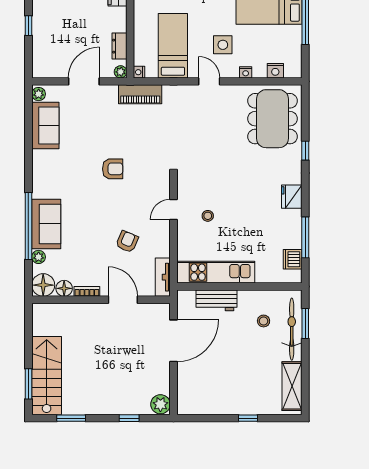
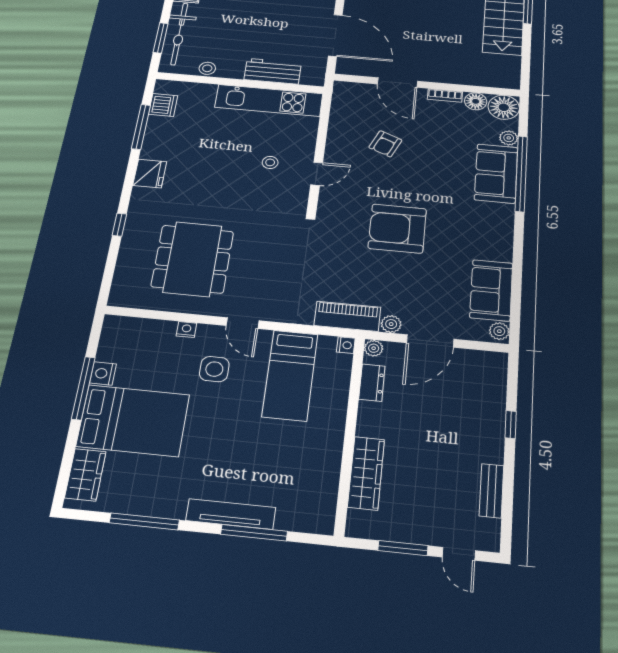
nightstand: (275, 71) -> (103, 373), moved, turned -90
plant: (111, 92) -> (391, 324), added
dining table: (273, 119) -> (193, 259), moved
armchair: (113, 169) -> (397, 228), width x1.88, depth x1.88
tv unit: (163, 277) -> (341, 101), removed
stool: (264, 321) -> (207, 68), moved
door: (173, 341) -> (335, 35), swing flipped

